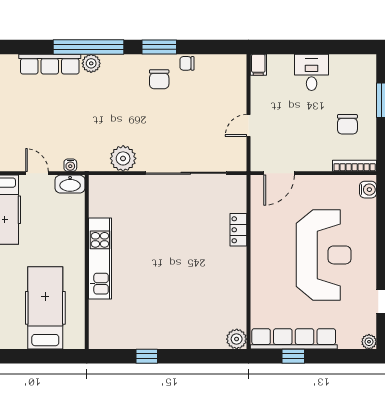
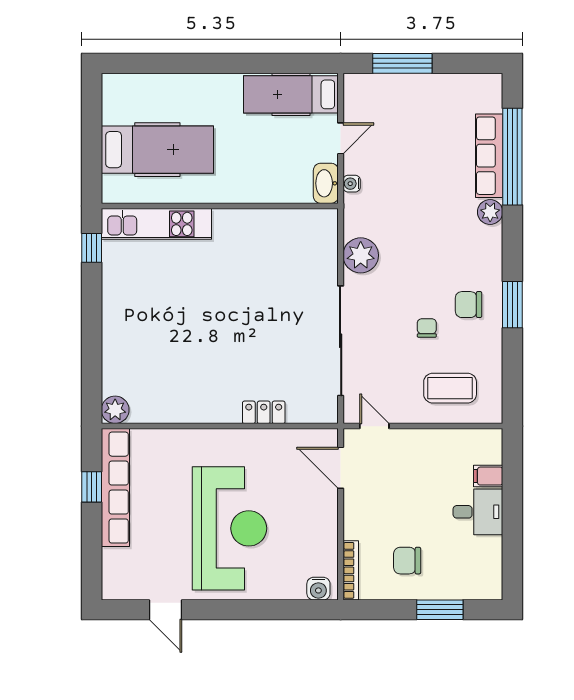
window: (89, 47) -> (512, 157), moved
chair: (187, 63) -> (427, 328), moved
filing cabinet: (258, 65) -> (488, 476), moved
coffee table: (221, 93) -> (450, 388), added
door: (248, 125) -> (374, 426), moved
reception desk: (324, 255) -> (229, 528), turned -90
kitchen unit: (100, 258) -> (156, 224), moved
plant: (369, 342) -> (111, 590), removed
window: (147, 356) -> (92, 248), moved

